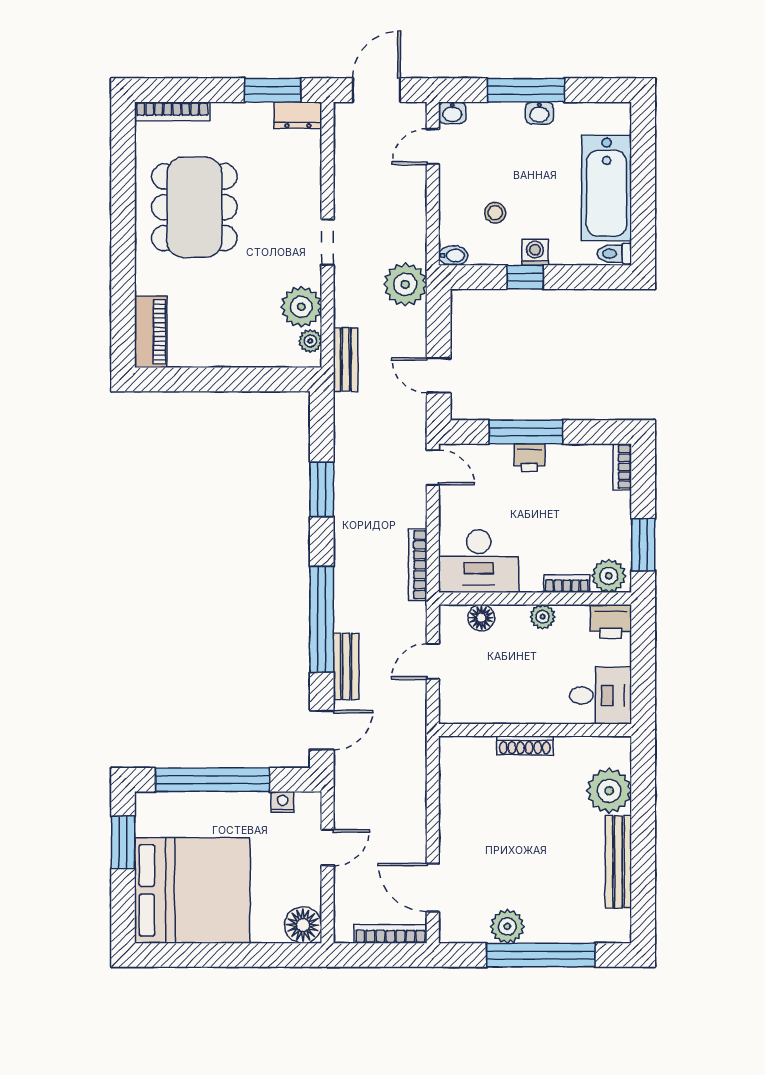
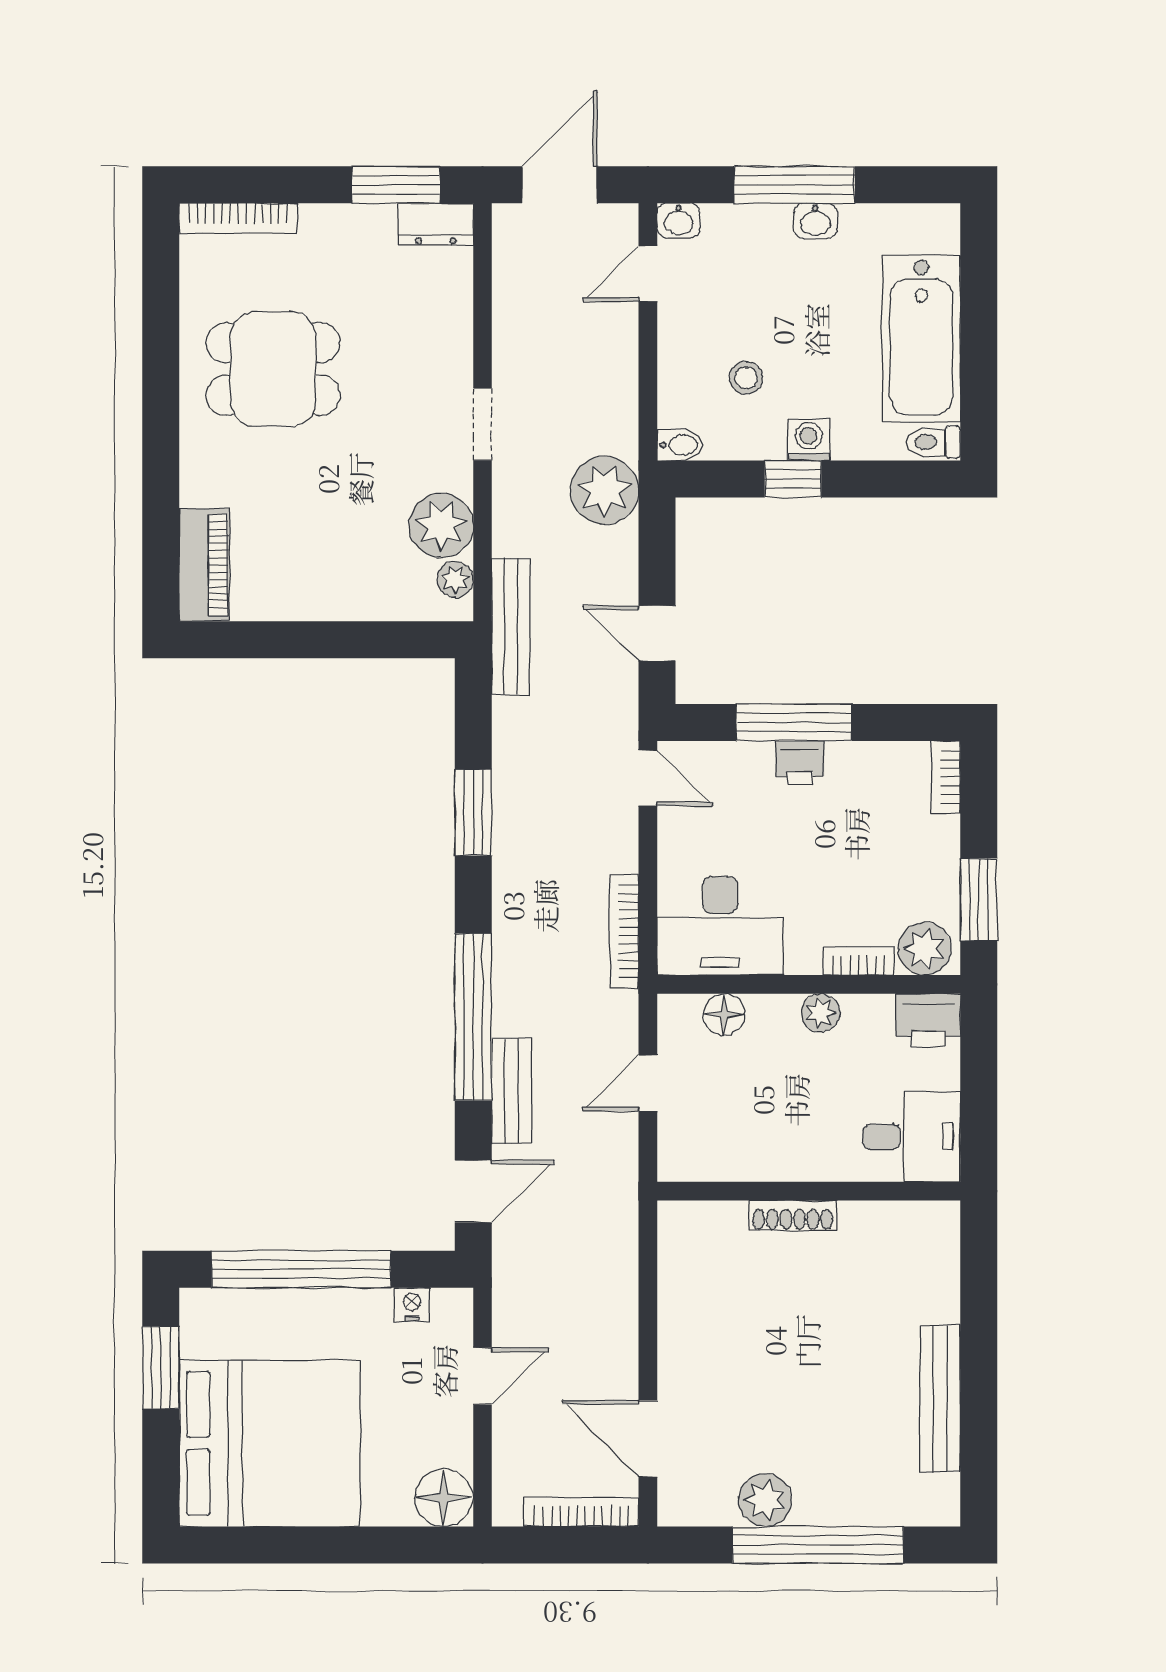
dining table: (194, 207) -> (273, 369), width x0.73
bench: (346, 359) -> (511, 627), width x1.36
plant: (609, 791) -> (925, 1287), removed

